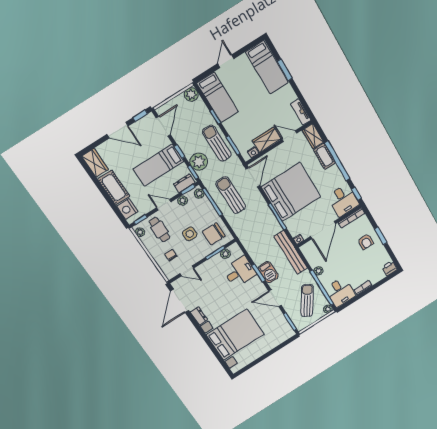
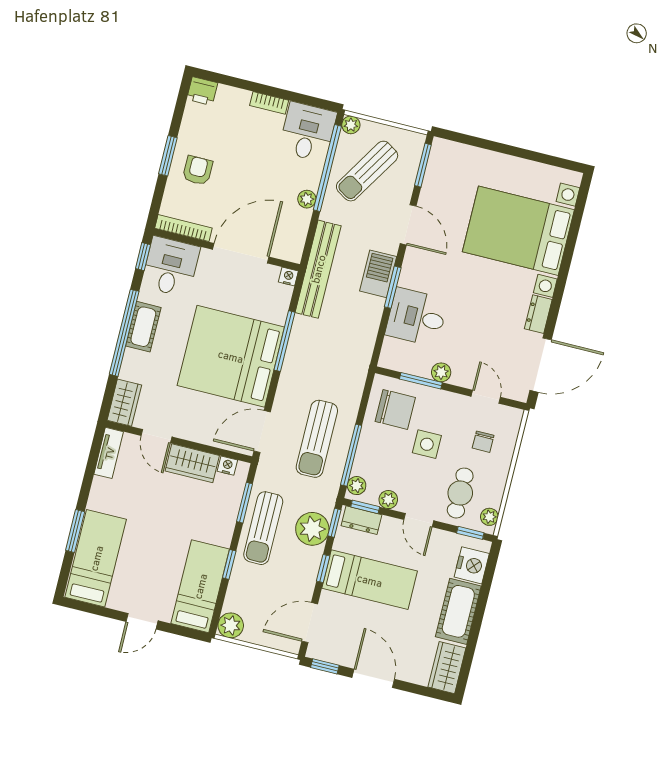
cot: (325, 156) -> (143, 327), moved
plant: (225, 254) -> (441, 372), moved

